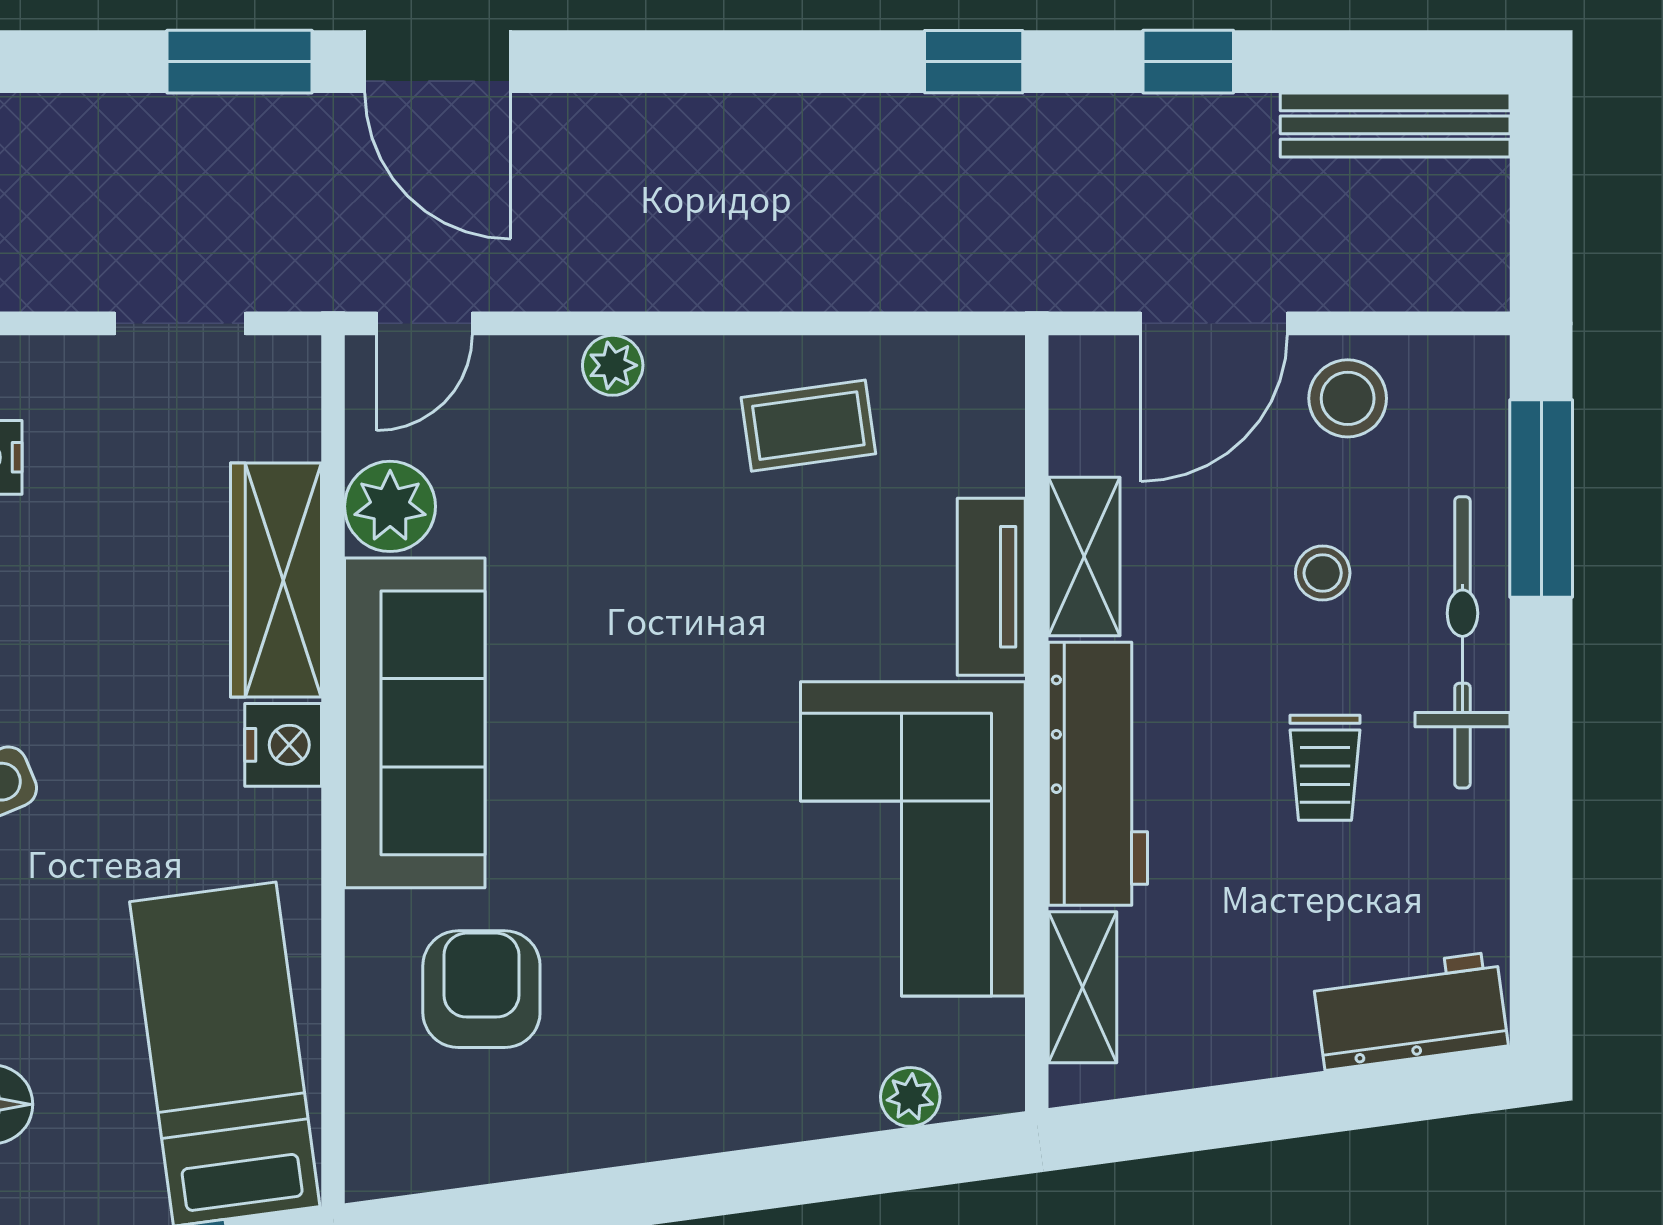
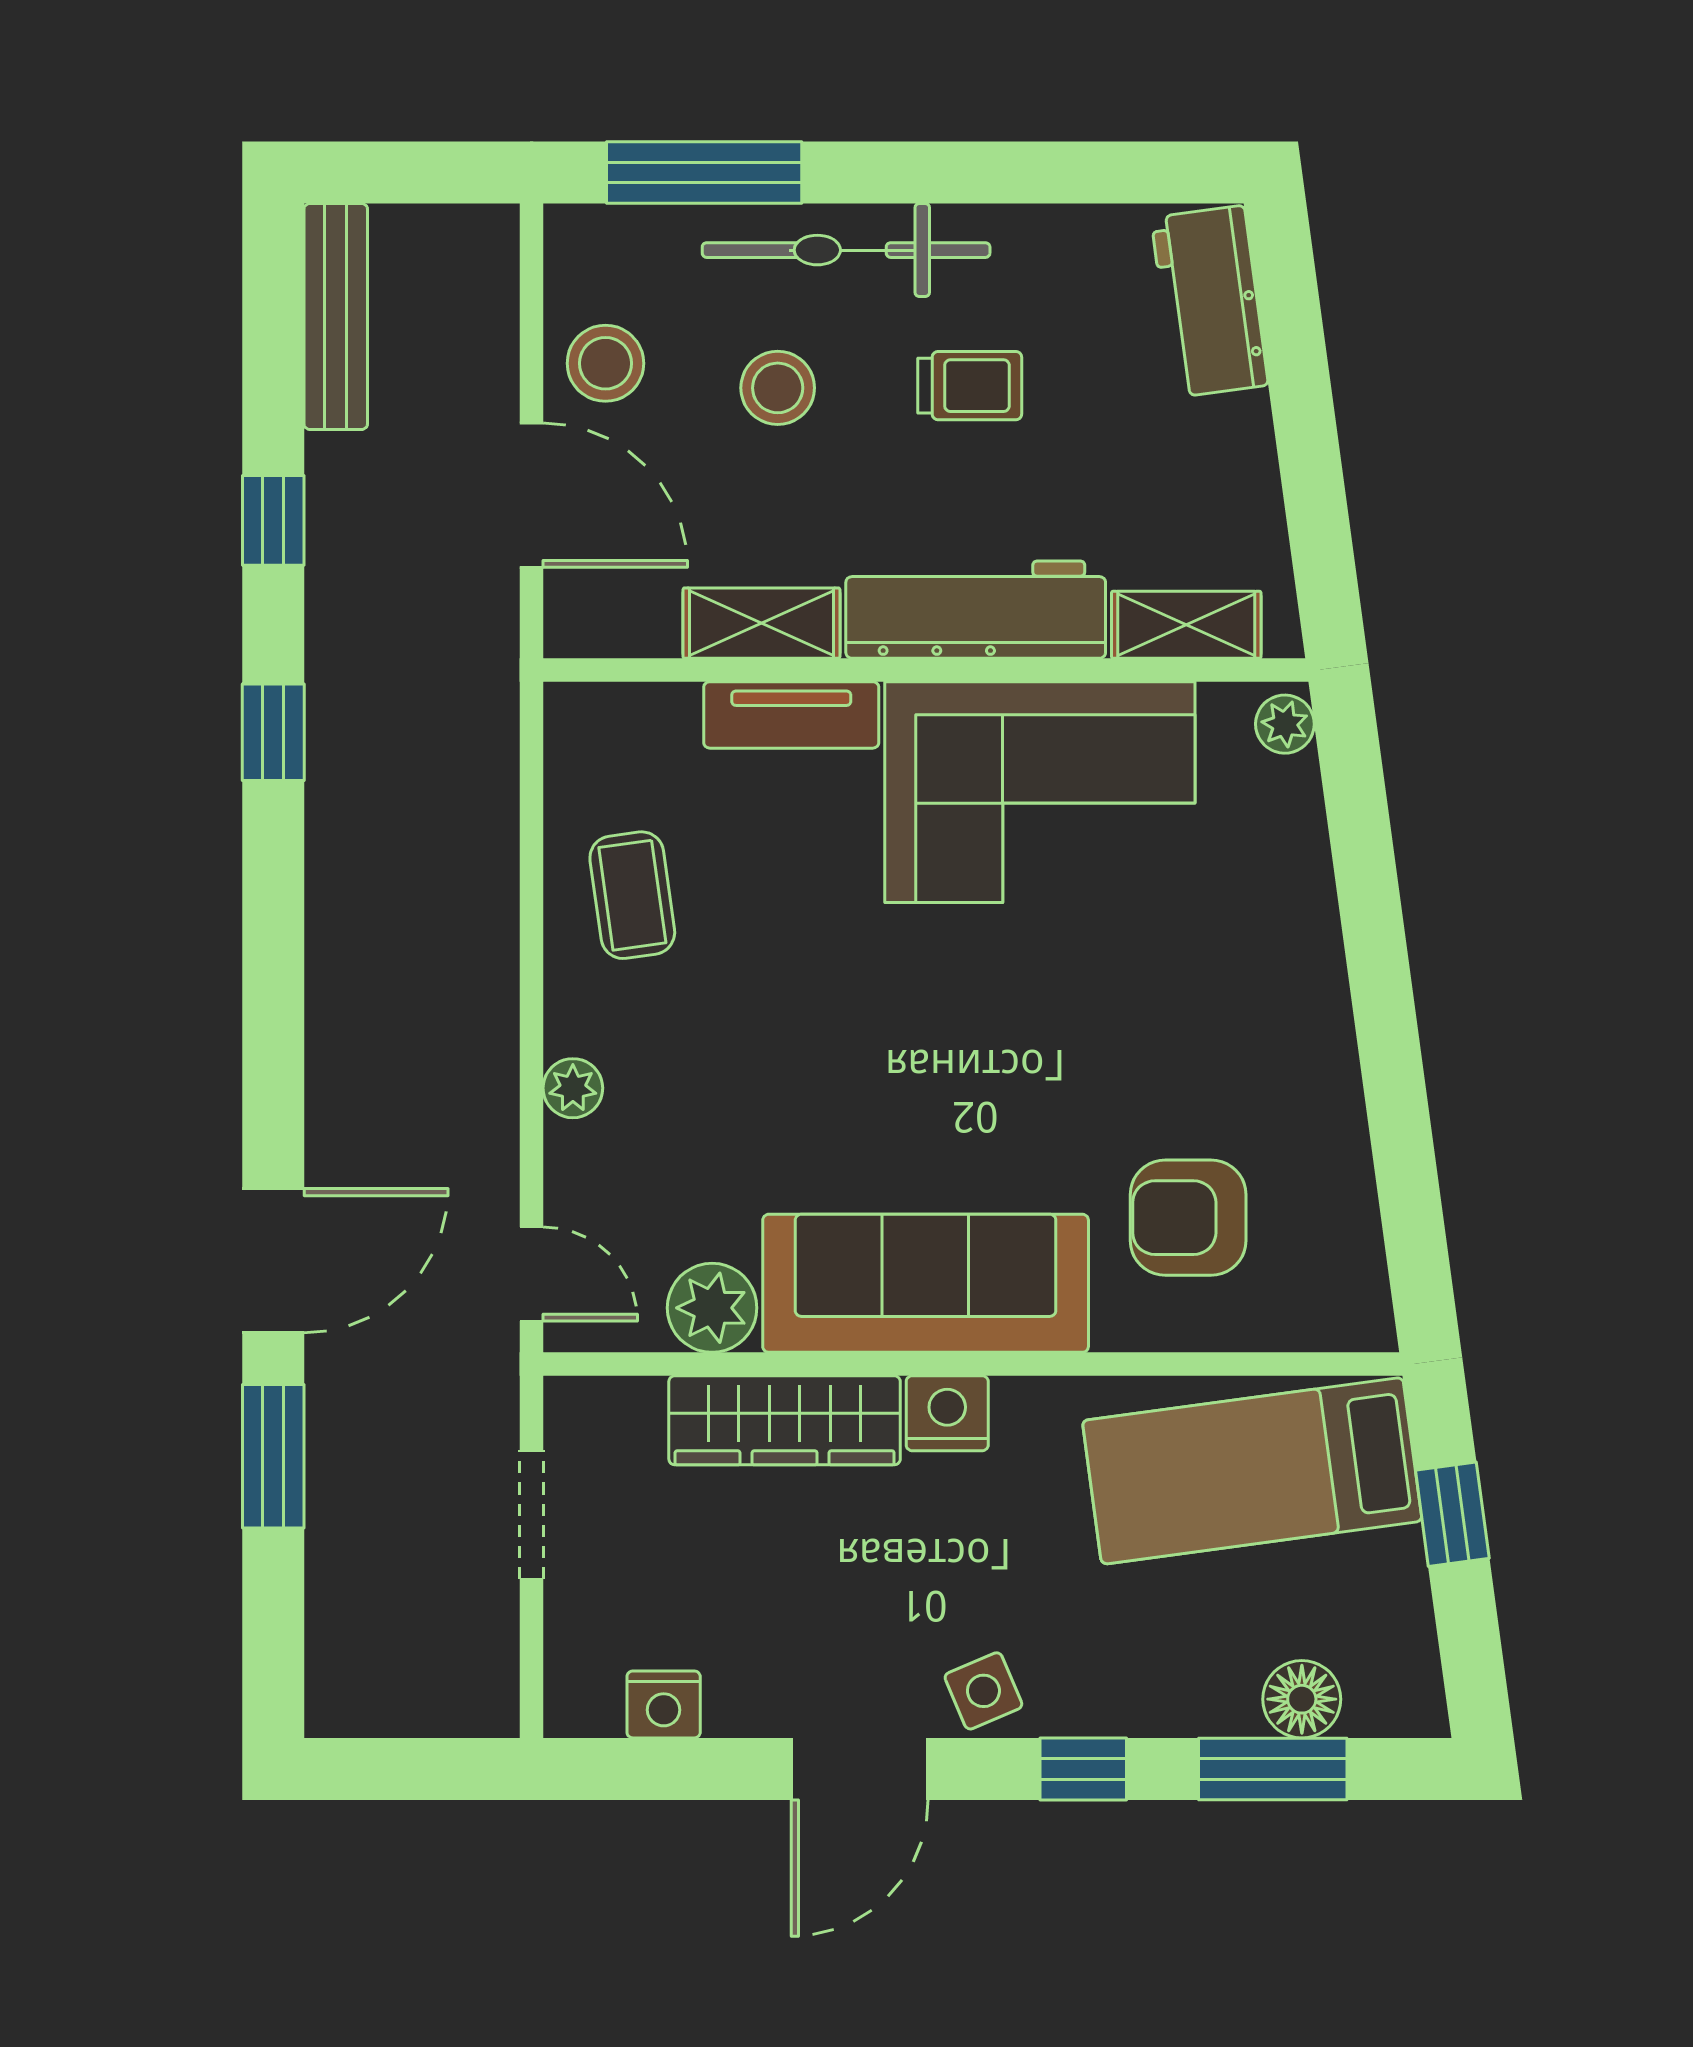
stool: (1323, 573) -> (778, 388), width x1.37, depth x1.37
plant: (910, 1097) -> (1285, 724), moved

